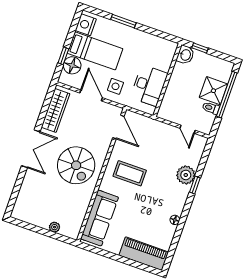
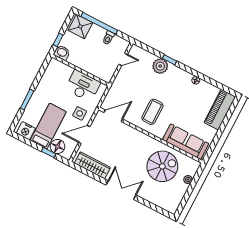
shower: (213, 91) -> (80, 26), moved
spiral stairs: (76, 165) -> (162, 166), moved

